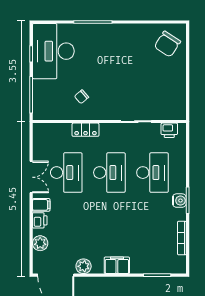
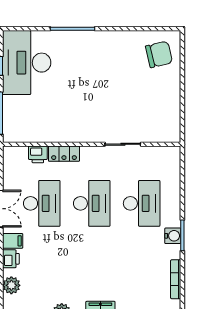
chair: (167, 44) -> (159, 54), turned -136
chair: (81, 97) -> (59, 115), removed
printer: (169, 130) -> (38, 154), moved

